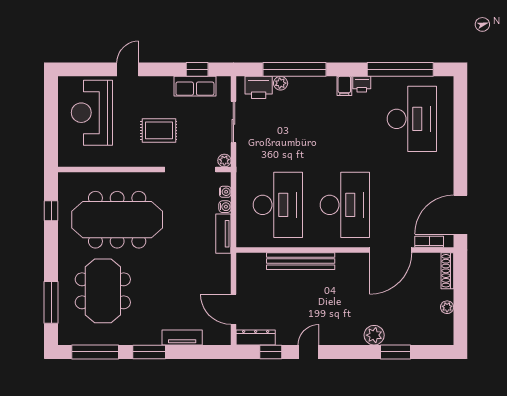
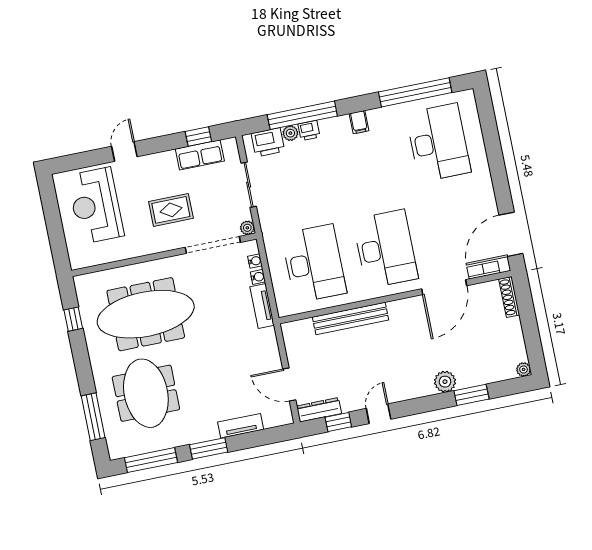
printer: (362, 84) -> (309, 130), moved
plant: (447, 307) -> (524, 369), moved

